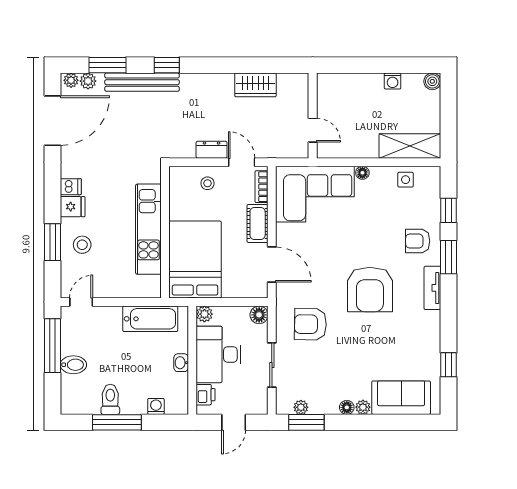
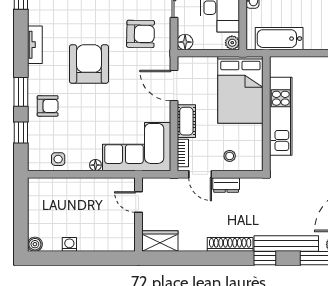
shoe rack: (207, 81) -> (230, 244), added
wardrobe: (255, 85) -> (160, 241), moved
shelving: (410, 146) -> (54, 188), removed
tv unit: (432, 288) -> (35, 45), moved

